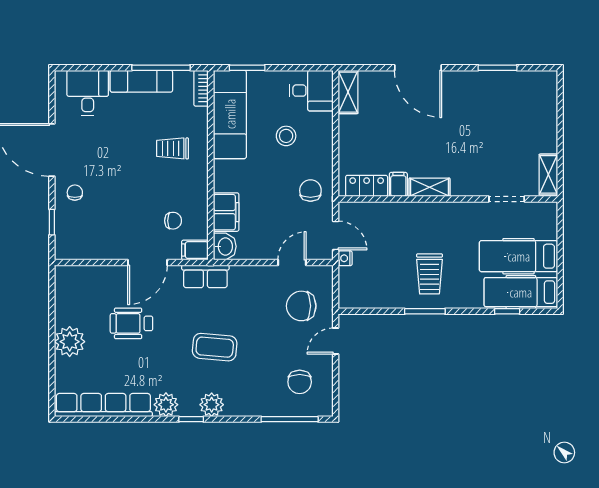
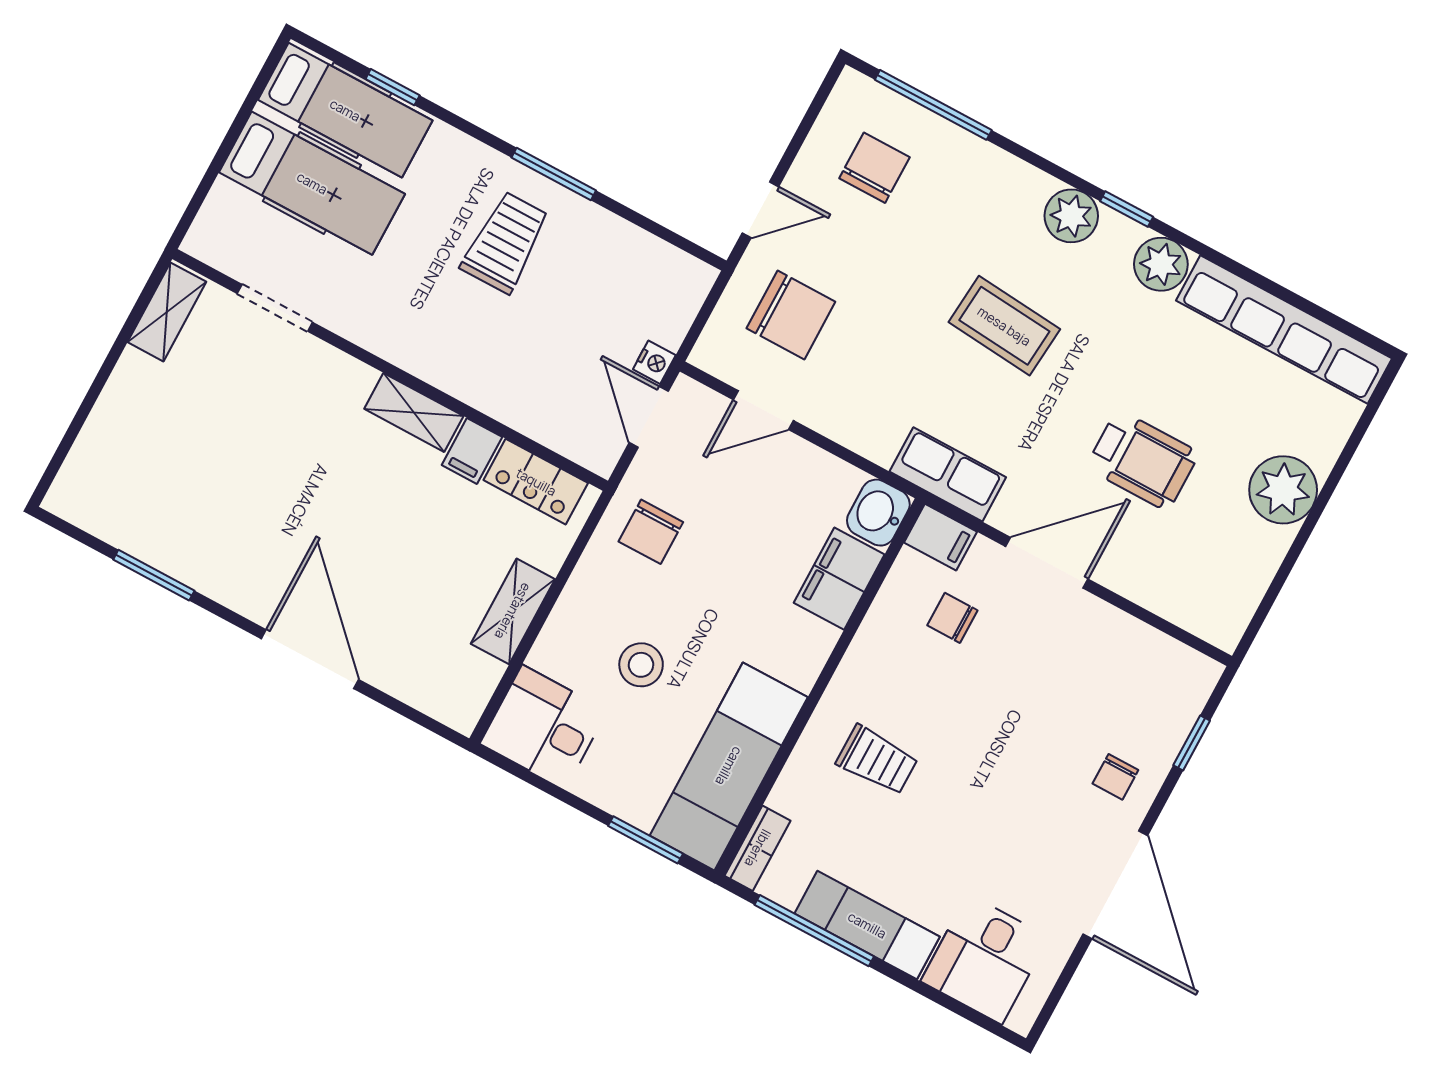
shelving: (348, 92) -> (513, 611), moved

